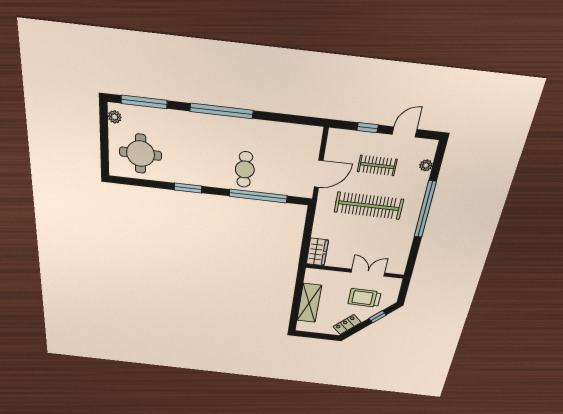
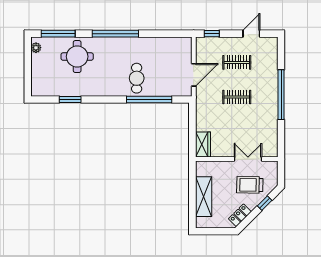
window: (368, 128) -> (212, 34), moved
round table: (141, 154) -> (77, 57), moved
plant: (426, 165) -> (273, 58), removed
window: (188, 188) -> (70, 100), moved
clothes rail: (369, 206) -> (237, 97), width x0.54, depth x0.76

